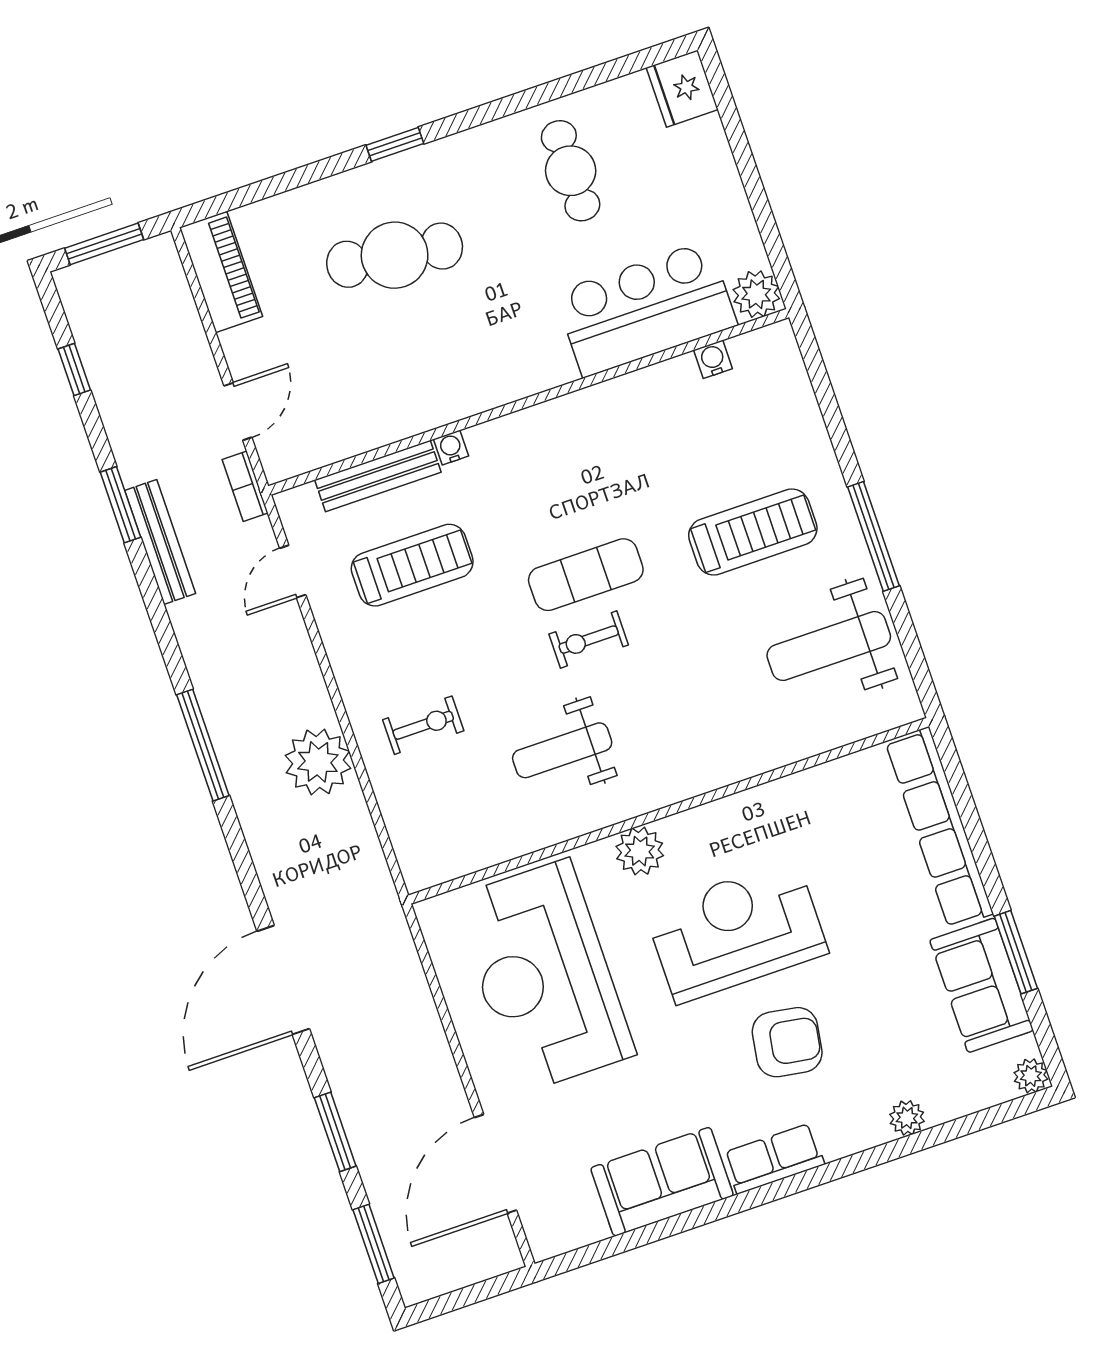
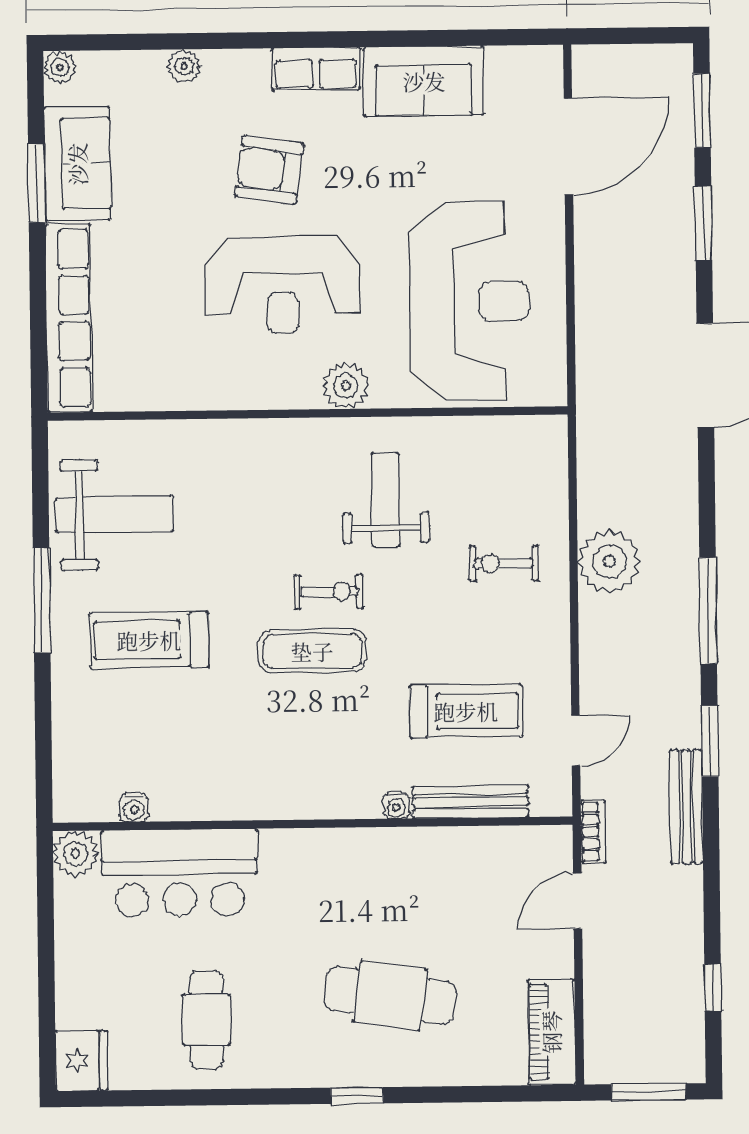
window: (120, 505) -> (710, 741), moved
treadmill: (412, 565) -> (466, 711), turned 180
weight bench: (562, 750) -> (386, 500), turned -90

